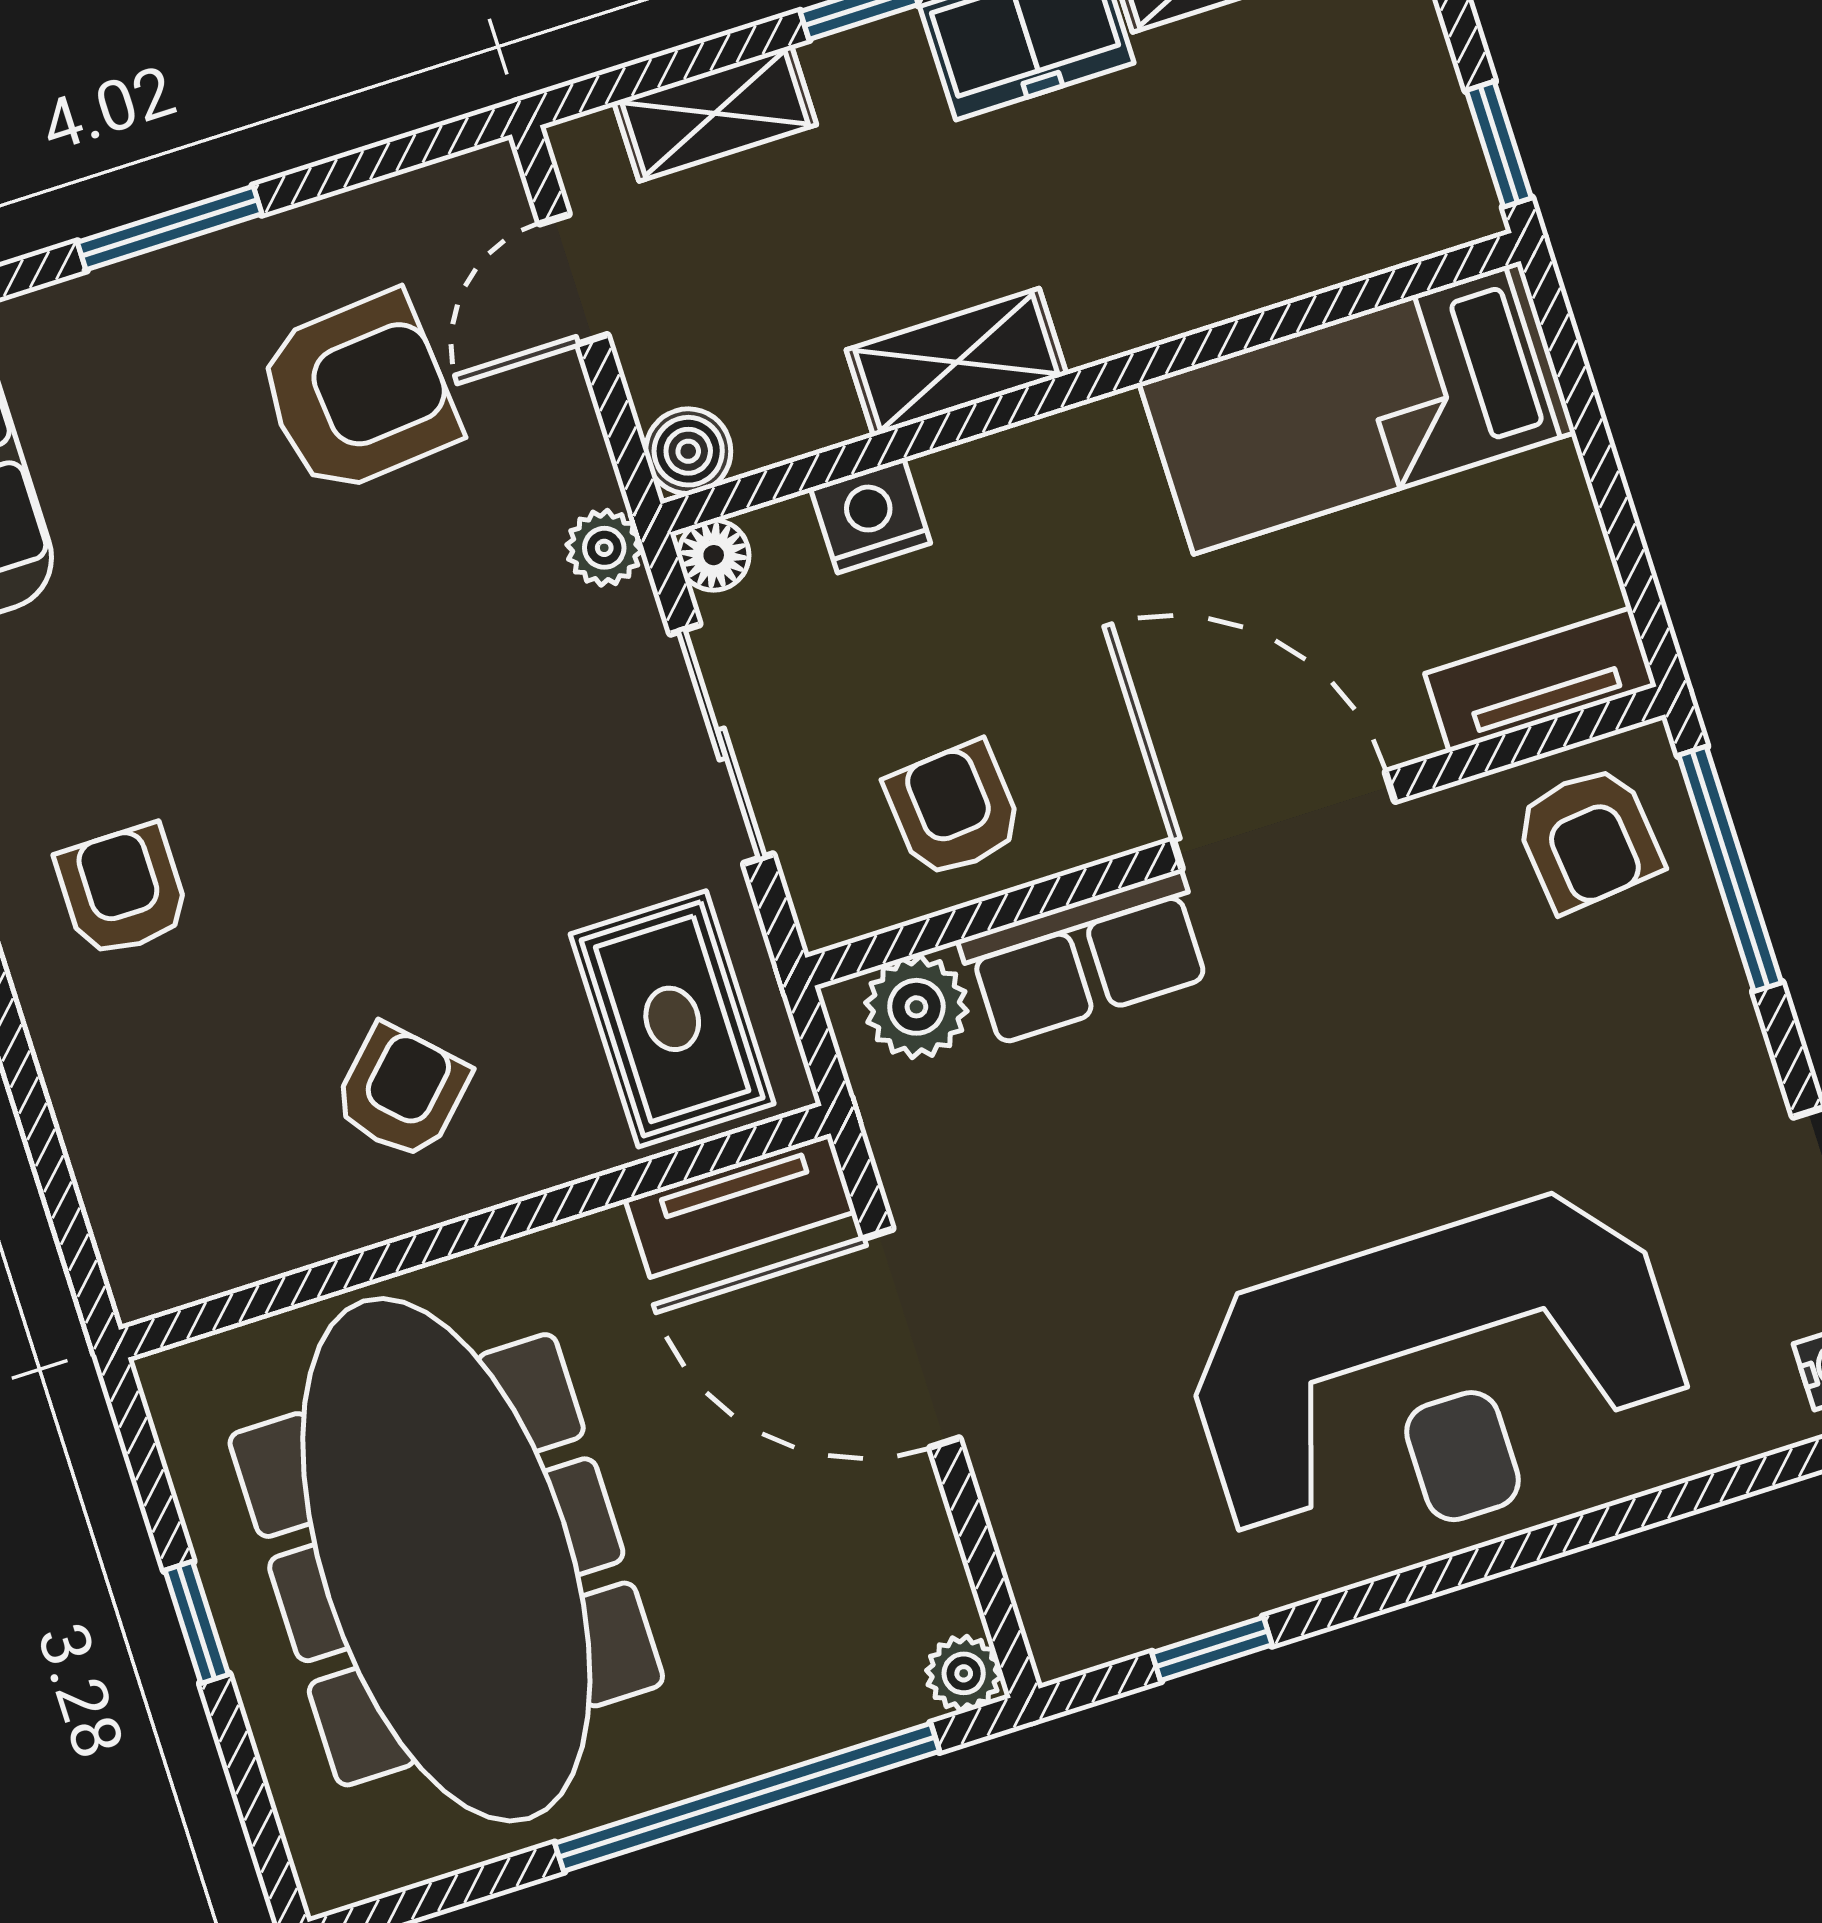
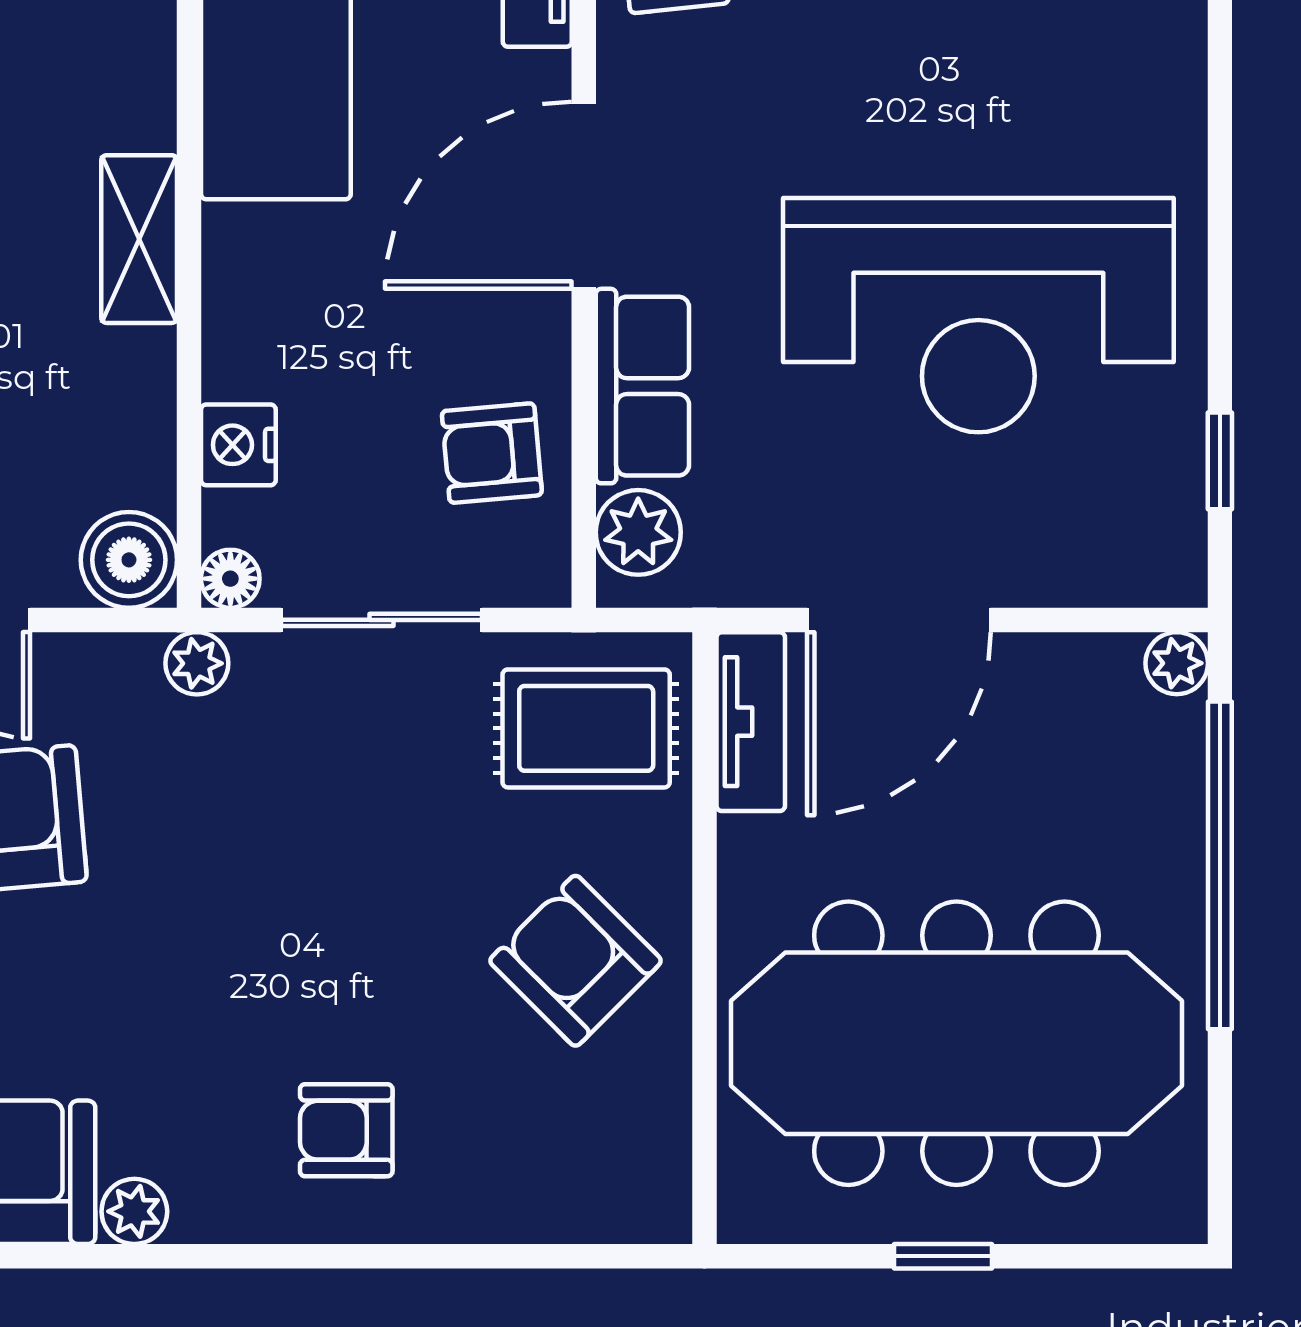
shelving: (956, 362) -> (139, 239), moved
boiler: (688, 451) -> (129, 560), width x1.36, depth x1.36
armchair: (401, 1092) -> (575, 961), width x1.38, depth x1.38
reception desk: (1438, 1378) -> (978, 315), moved, turned 90

